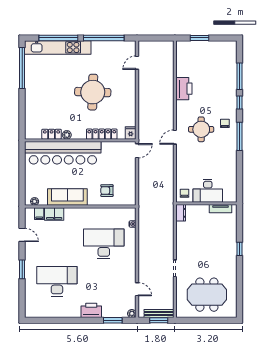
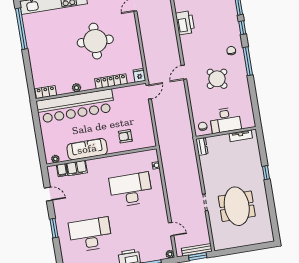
round table: (201, 129) -> (217, 79), moved, turned -36
locker: (52, 134) -> (46, 92), moved
meeting table: (207, 295) -> (237, 206), moved, turned 90

